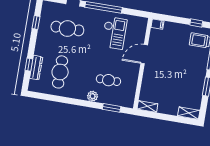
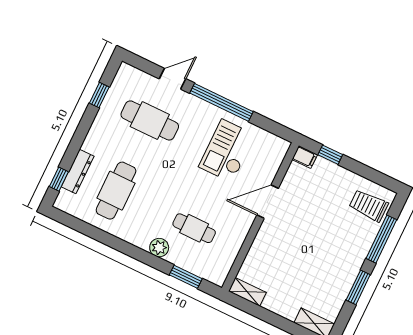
window: (196, 23) -> (330, 155), moved
checkout: (114, 33) -> (227, 151), turned 180
window: (29, 65) -> (59, 179), moved

